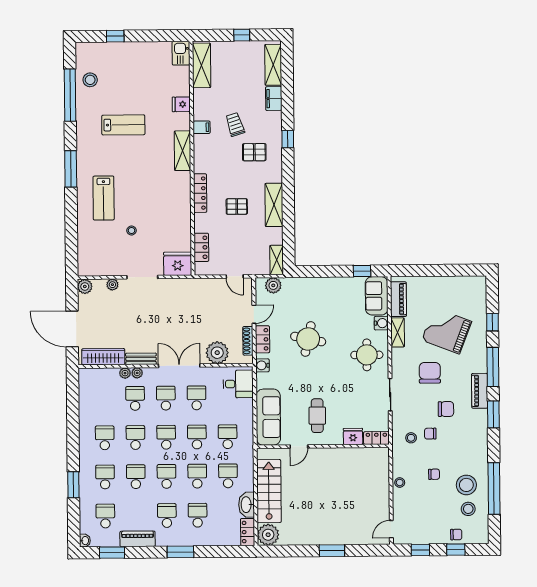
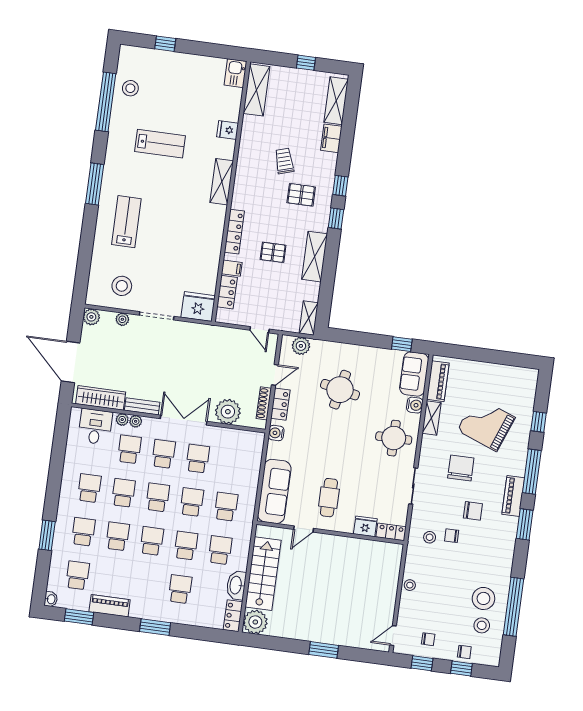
filing cabinet: (202, 127) -> (232, 268), moved
window: (288, 169) -> (336, 218), added
lab bench: (104, 198) -> (126, 222), turned 180
stool: (132, 230) -> (122, 286), moved, width x1.89, depth x1.89
round table: (308, 339) -> (340, 390), moved
desk: (238, 384) -> (95, 427), moved, turned -90
chair: (434, 474) -> (428, 639), moved
school desk: (167, 516) -> (146, 584), removed

